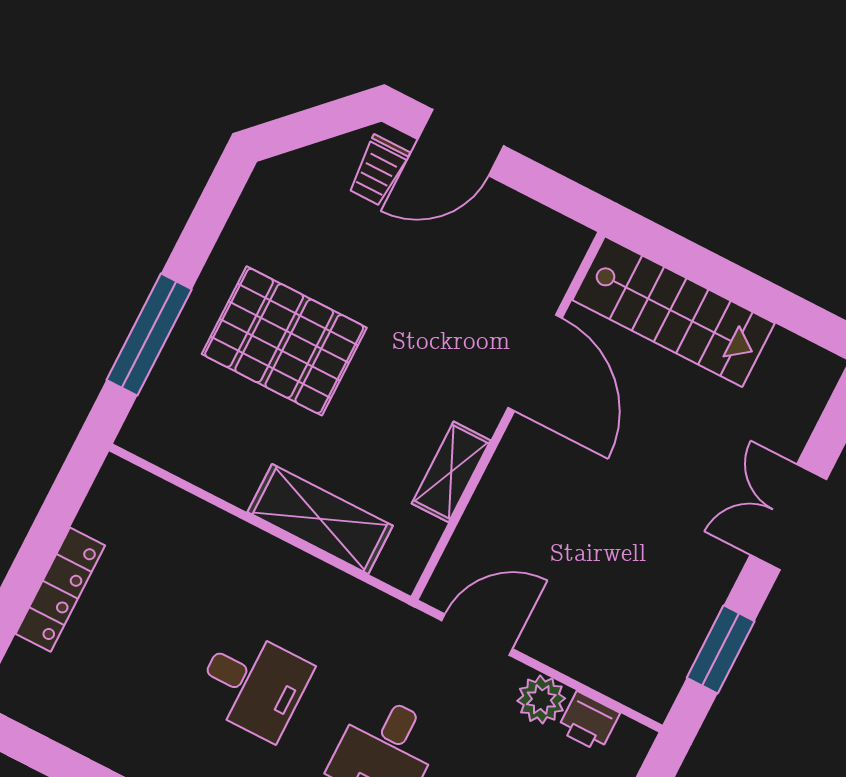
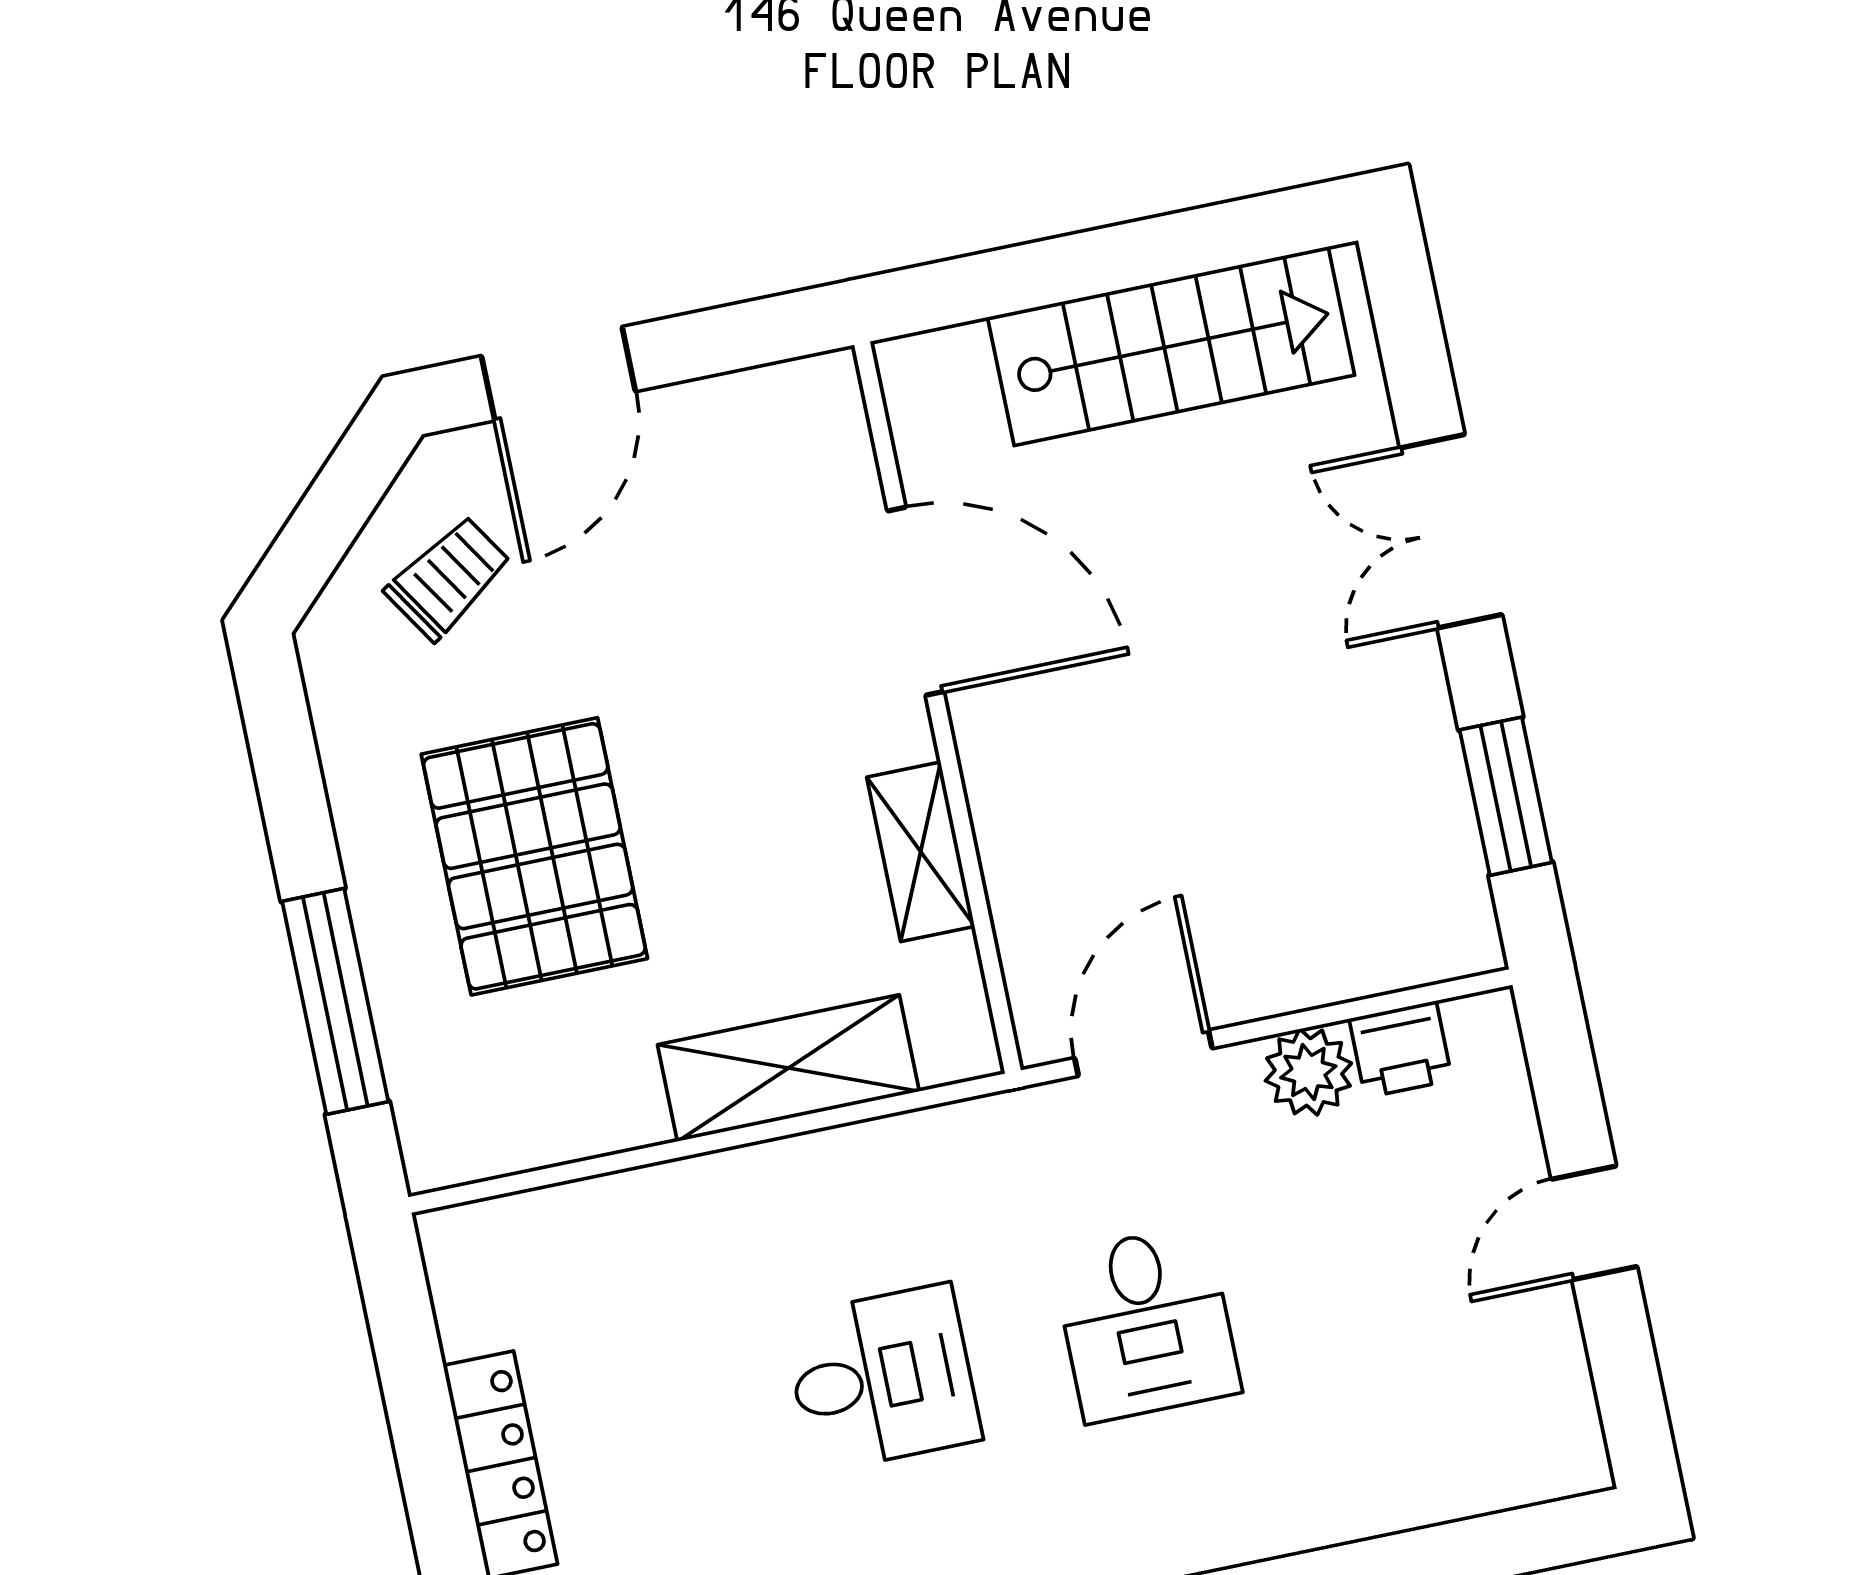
trolley: (378, 170) -> (448, 578), moved, turned -123
stairs: (674, 312) -> (1171, 346), moved
pallet: (284, 341) -> (534, 856), turned 90

